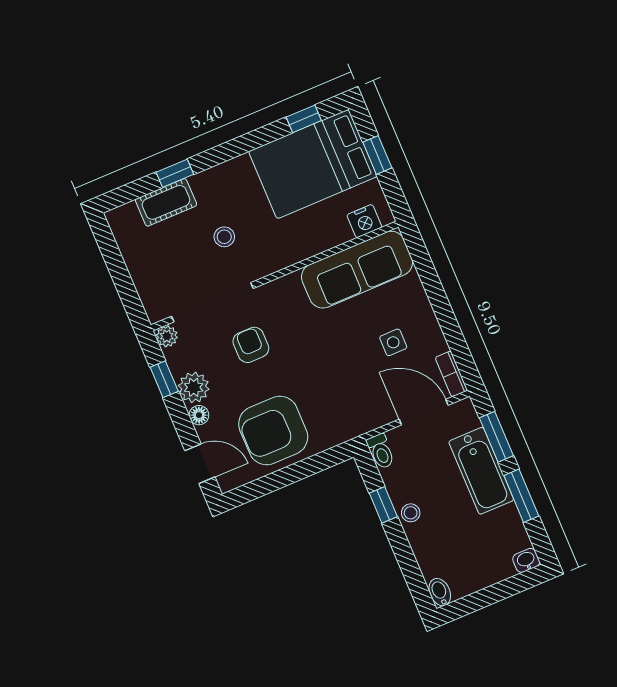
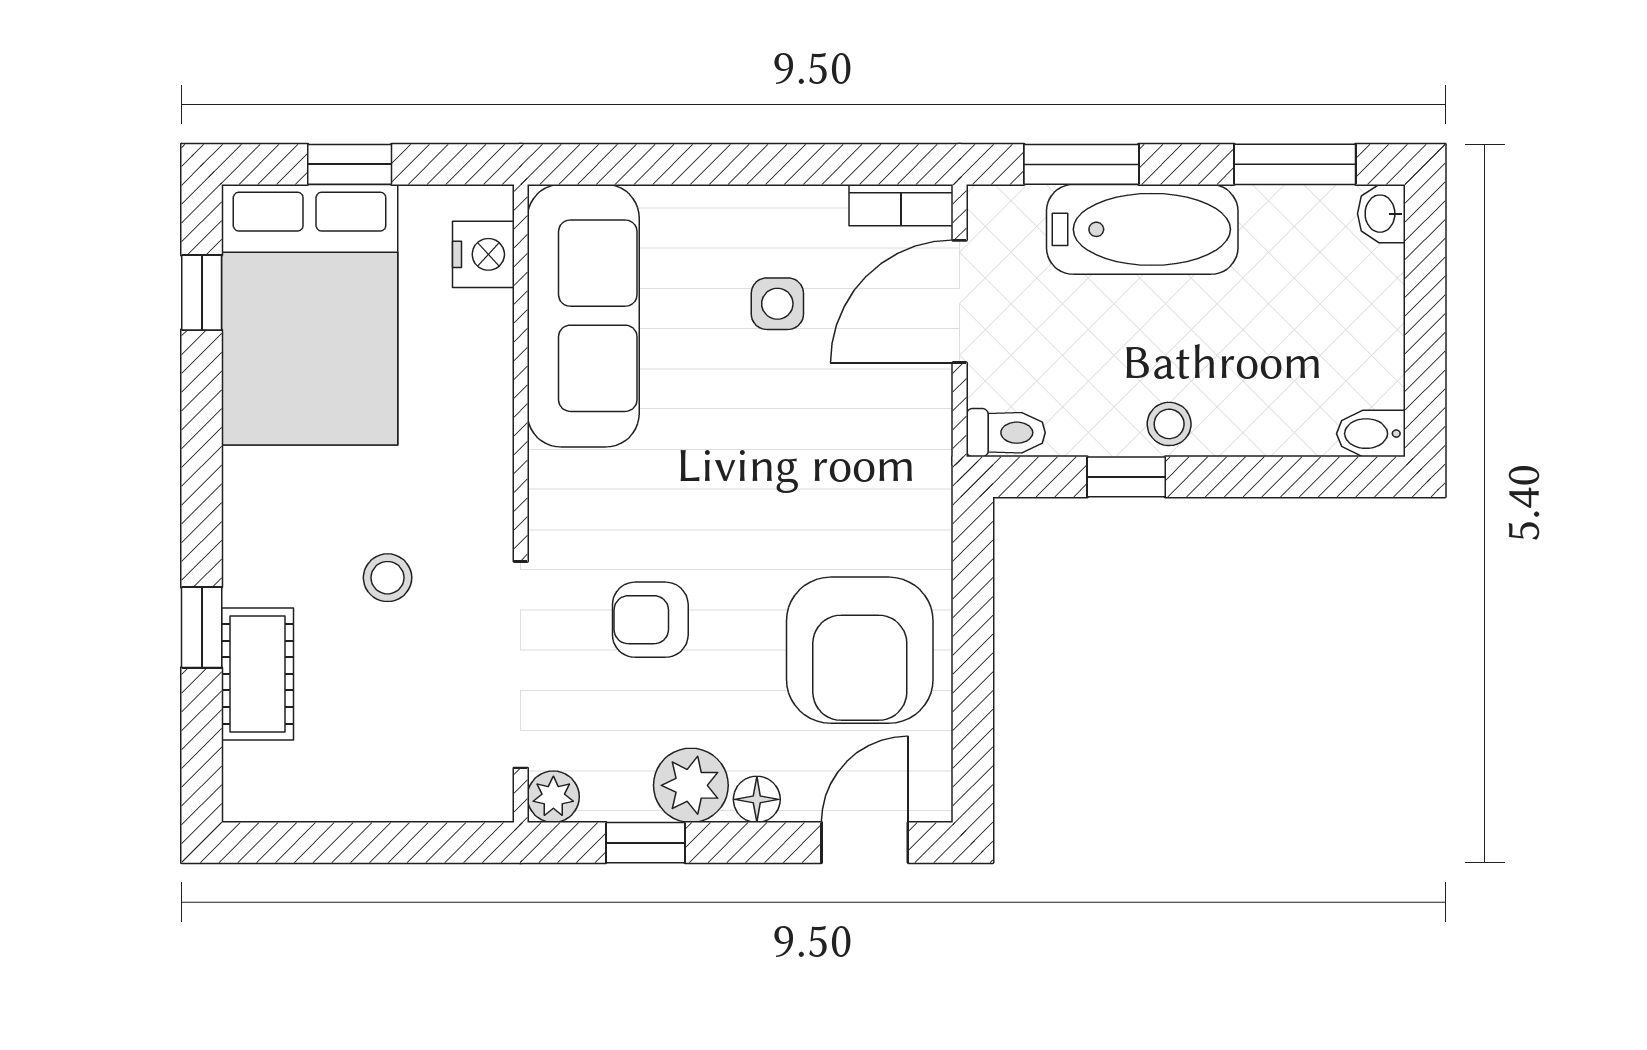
window: (521, 496) -> (1295, 164), moved

